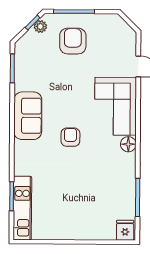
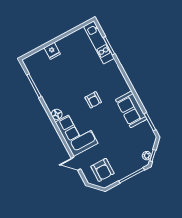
armchair: (73, 41) -> (102, 170), moved
sofa: (28, 116) -> (131, 109), moved
fridge: (125, 230) -> (52, 51), moved

